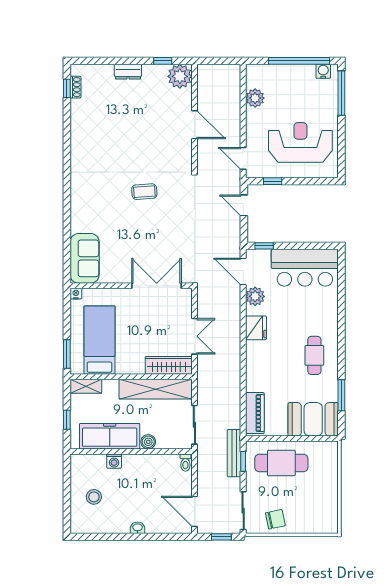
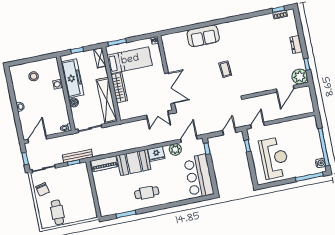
plant: (255, 98) -> (296, 125), removed
door: (194, 125) -> (285, 89), moved
sofa: (85, 258) -> (203, 36), moved
double door: (194, 336) -> (157, 115), moved
wardrobe: (169, 365) -> (119, 88), moved
booth: (313, 419) -> (134, 162), moved, turned 90
cafe table: (281, 463) -> (57, 212), moved, width x0.73, depth x0.74

